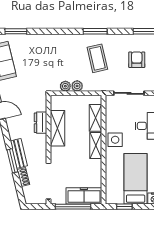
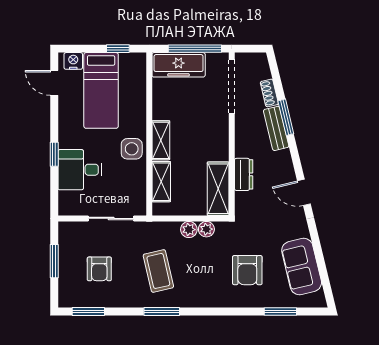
armchair: (38, 59) -> (247, 270), added
shelving: (58, 128) -> (218, 189), moved

